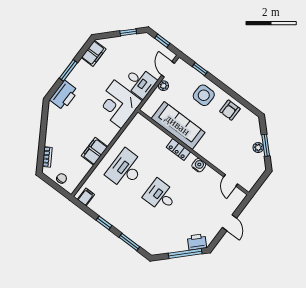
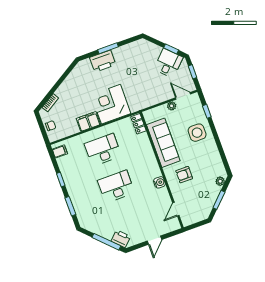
filing cabinet: (94, 53) -> (135, 48), removed
door: (168, 69) -> (183, 96), hinge flipped
desk: (140, 82) -> (168, 63), moved, turned -135
printer: (64, 95) -> (103, 61), moved
corner desk: (118, 104) -> (111, 104), moved
armchair: (230, 110) -> (184, 175), moved
plant: (258, 148) -> (220, 181), moved
locker: (178, 149) -> (138, 124), moved
desk: (160, 196) -> (116, 187), width x1.37

